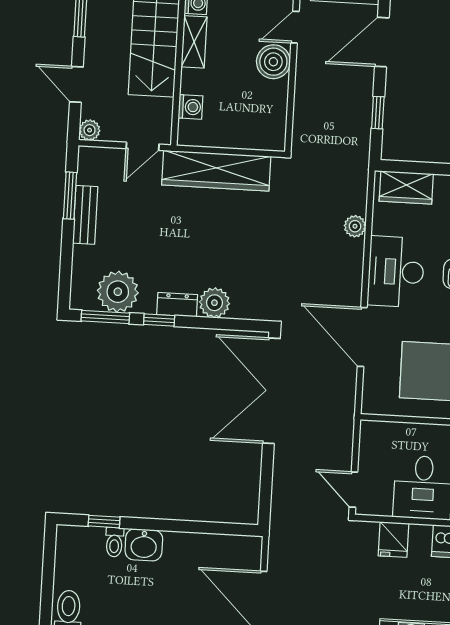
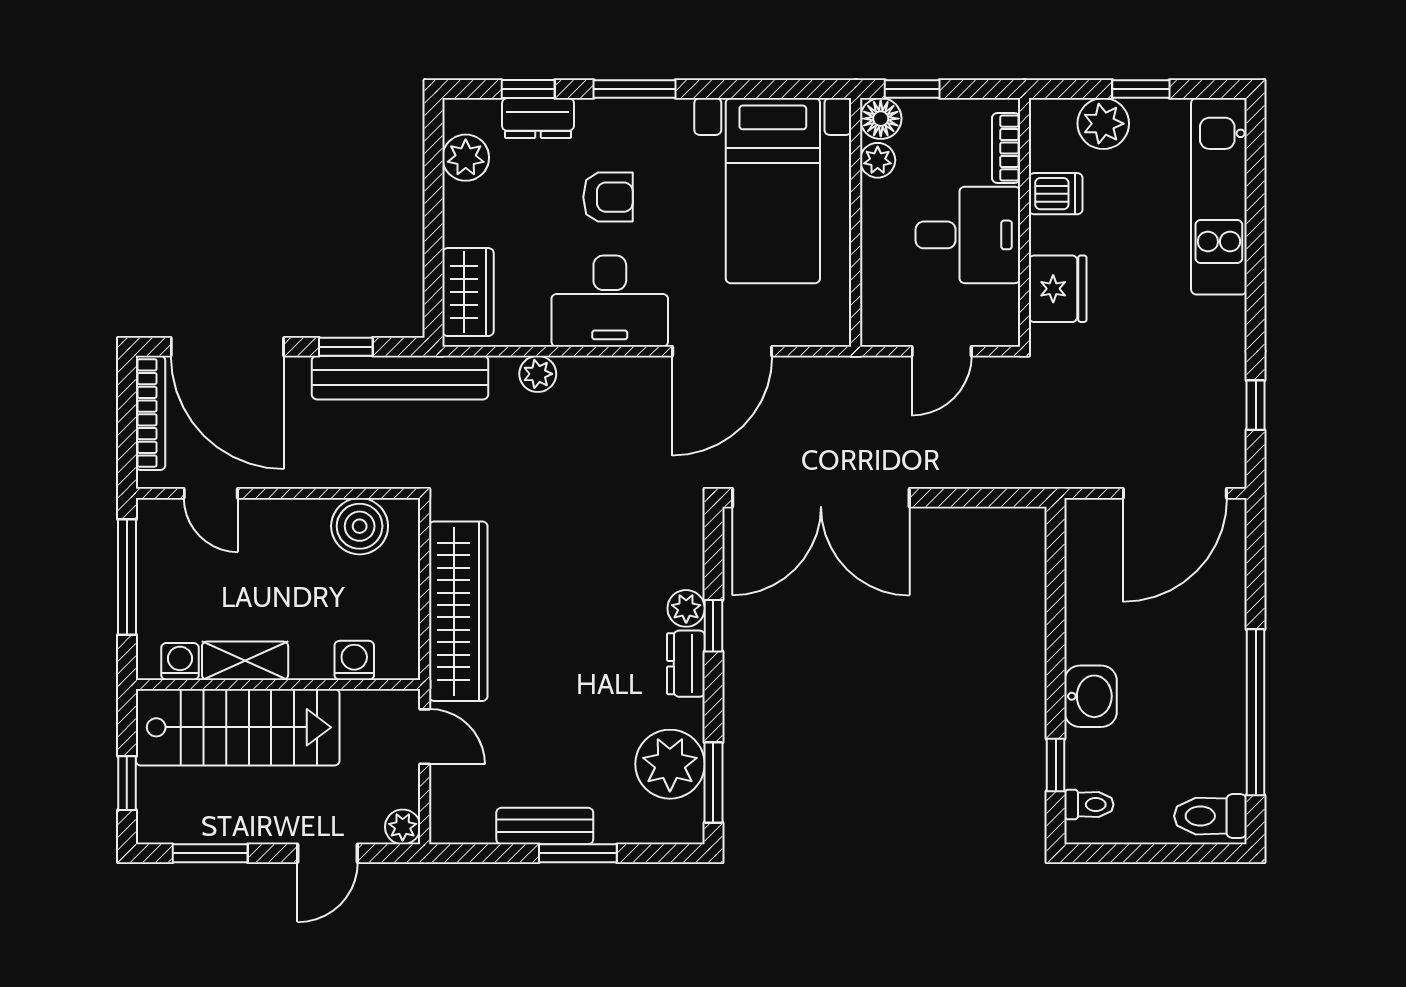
door: (382, 42) -> (227, 347), width x1.36
boiler: (273, 62) -> (360, 526), moved
bench: (358, 144) -> (400, 378), added
window: (70, 196) -> (578, 853), moved
plant: (214, 303) -> (686, 608), width x0.73, depth x0.73
window: (159, 320) -> (713, 626), moved
door: (353, 490) -> (942, 351), moved
fridge: (393, 540) -> (1058, 289), width x1.38
toilet: (114, 542) -> (1089, 805), moved

